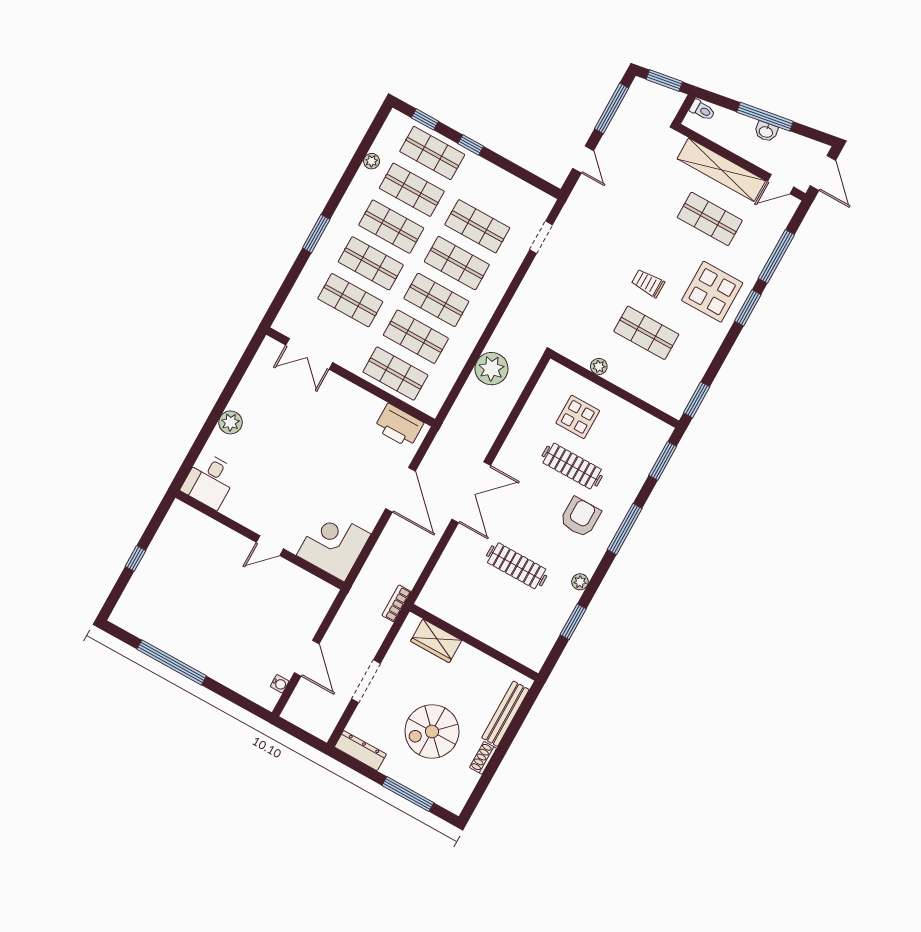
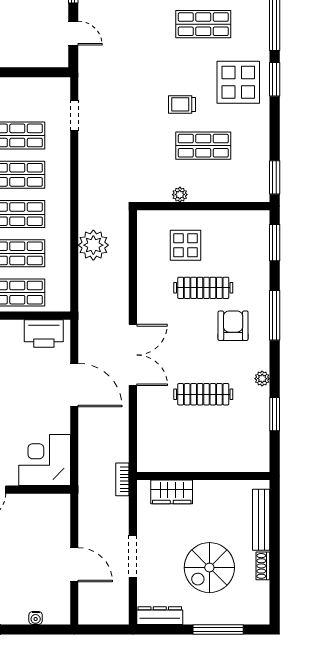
water cooler: (280, 684) -> (36, 618), moved, turned 90

